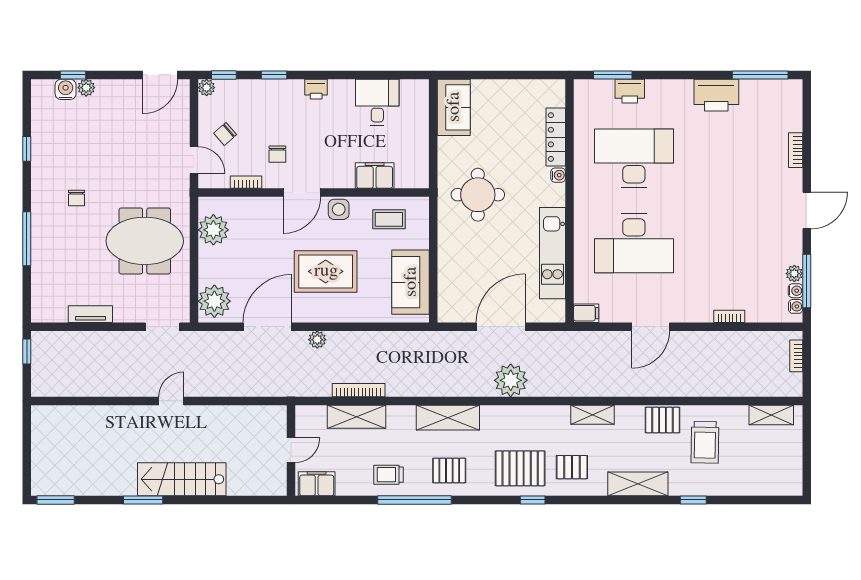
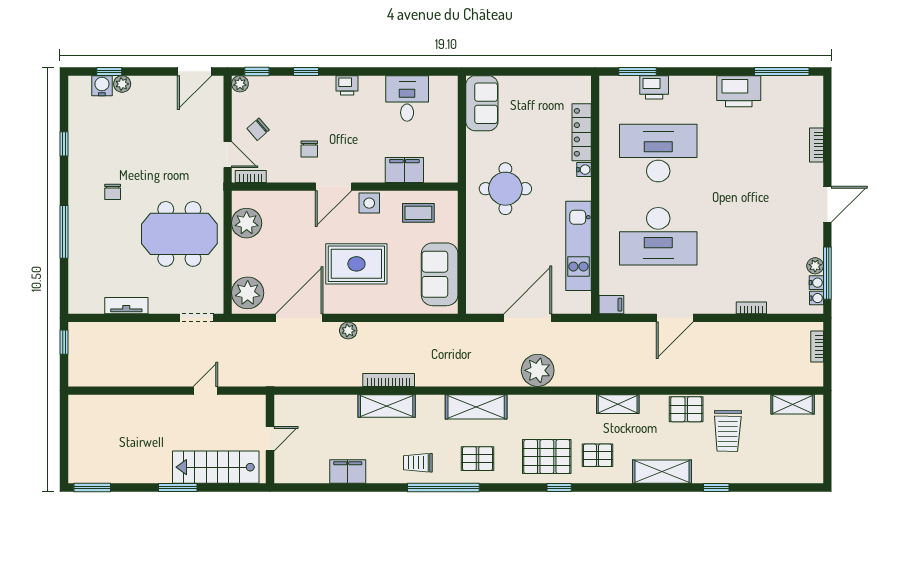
bookcase: (246, 182) -> (251, 176), moved
door: (291, 450) -> (270, 439), moved
wall: (291, 450) -> (270, 439), moved

